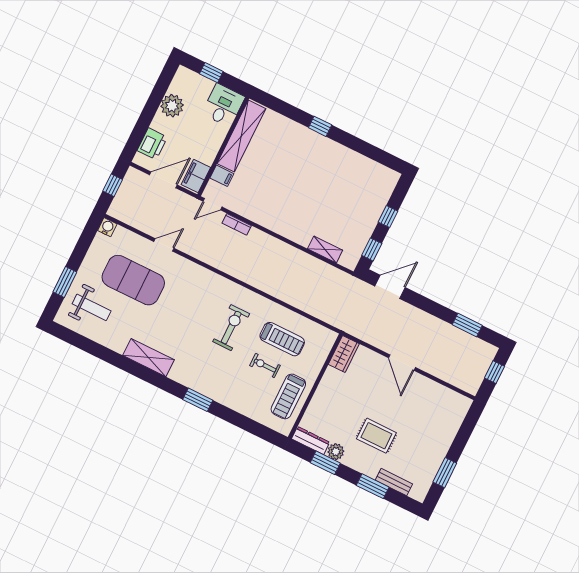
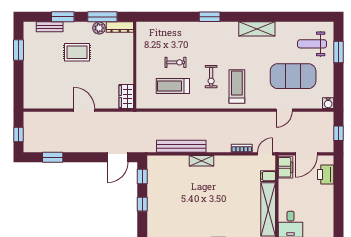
plant: (172, 106) -> (325, 207), removed
shelving: (325, 250) -> (202, 161), moved
bench: (308, 262) -> (181, 146), added
exercise bike: (231, 328) -> (211, 77), width x0.73, depth x0.72
treadmill: (288, 396) -> (237, 86), moved
window: (325, 463) -> (102, 17), width x1.44

